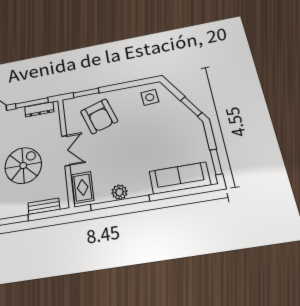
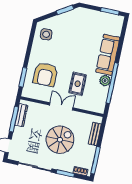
armchair: (99, 116) -> (45, 74), turned 108
spiral stairs: (23, 165) -> (60, 140), turned 90
sofa: (180, 178) -> (108, 55), moved
rug: (83, 187) -> (78, 84), moved, turned 90

